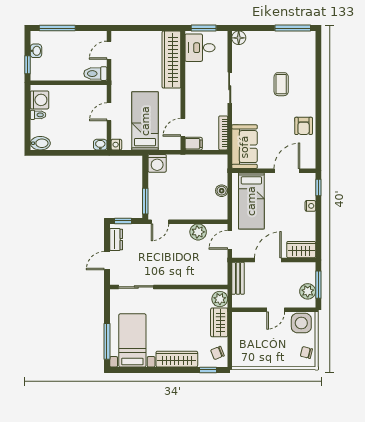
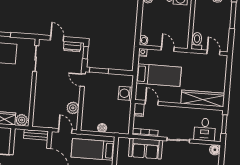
desk: (200, 48) -> (205, 129), moved, turned 180
sofa: (244, 147) -> (146, 148), moved
washing machine: (157, 163) -> (125, 93), moved

